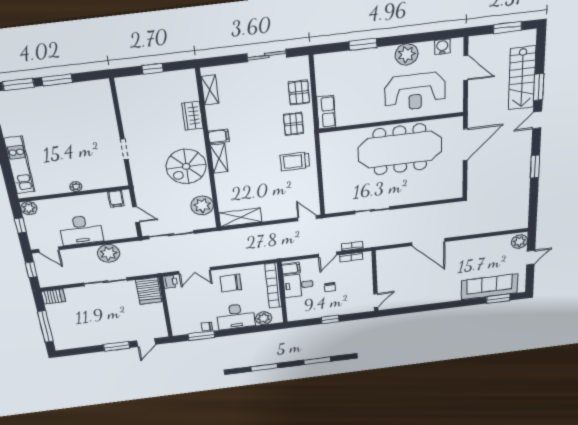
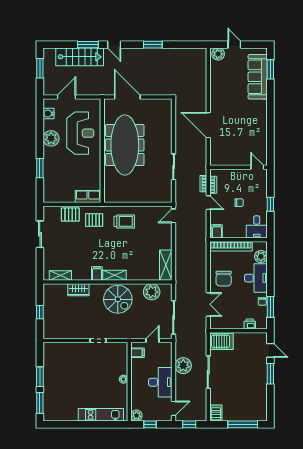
trolley: (295, 161) -> (124, 221), turned -90
door: (428, 242) -> (208, 125), swing flipped
printer: (170, 282) -> (250, 324), moved
desk: (298, 285) -> (257, 227), moved

